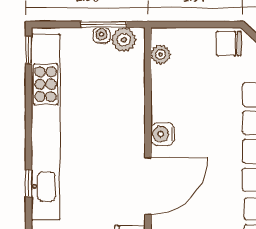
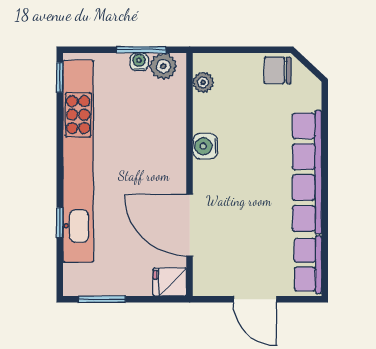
water cooler: (163, 134) -> (205, 146), moved
door: (148, 186) -> (190, 225), swing flipped

